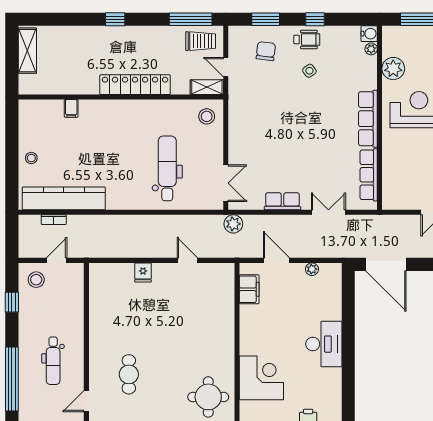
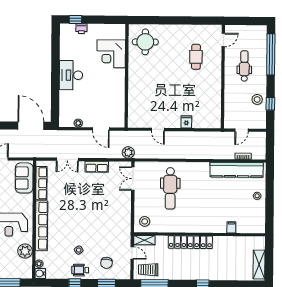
row of seats: (368, 119) -> (41, 226), width x1.36
sofa: (396, 183) -> (24, 178), added
stool: (36, 280) -> (257, 99), moved
filing cabinet: (249, 289) -> (119, 111), removed

